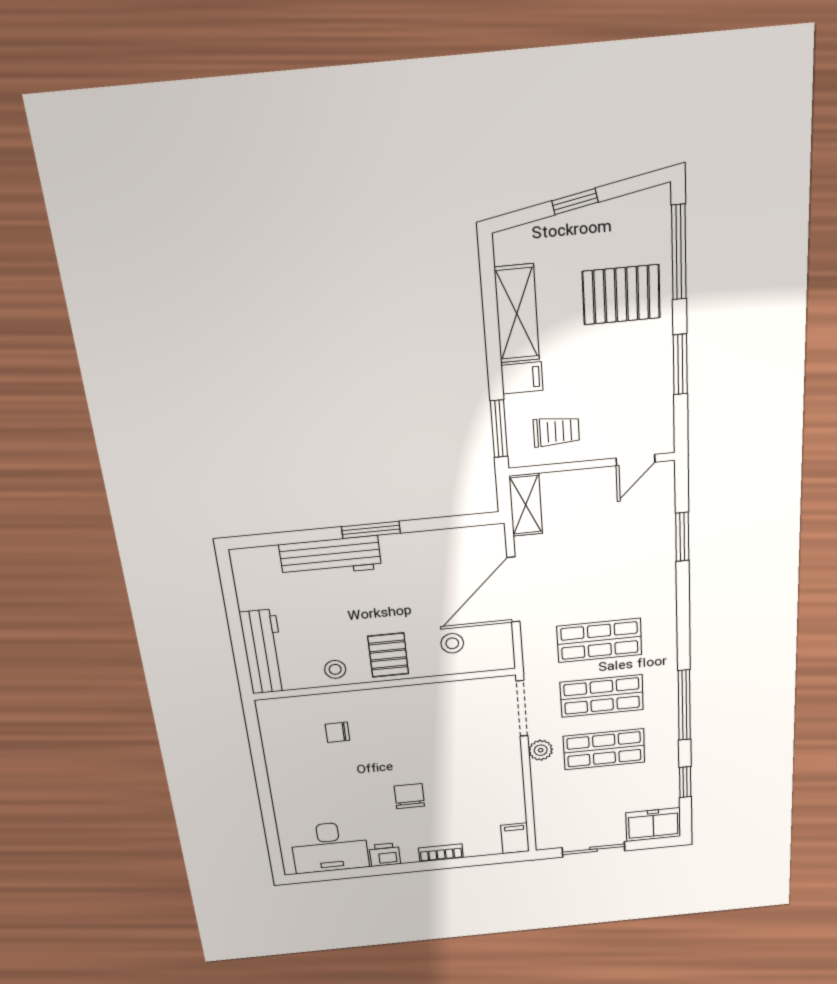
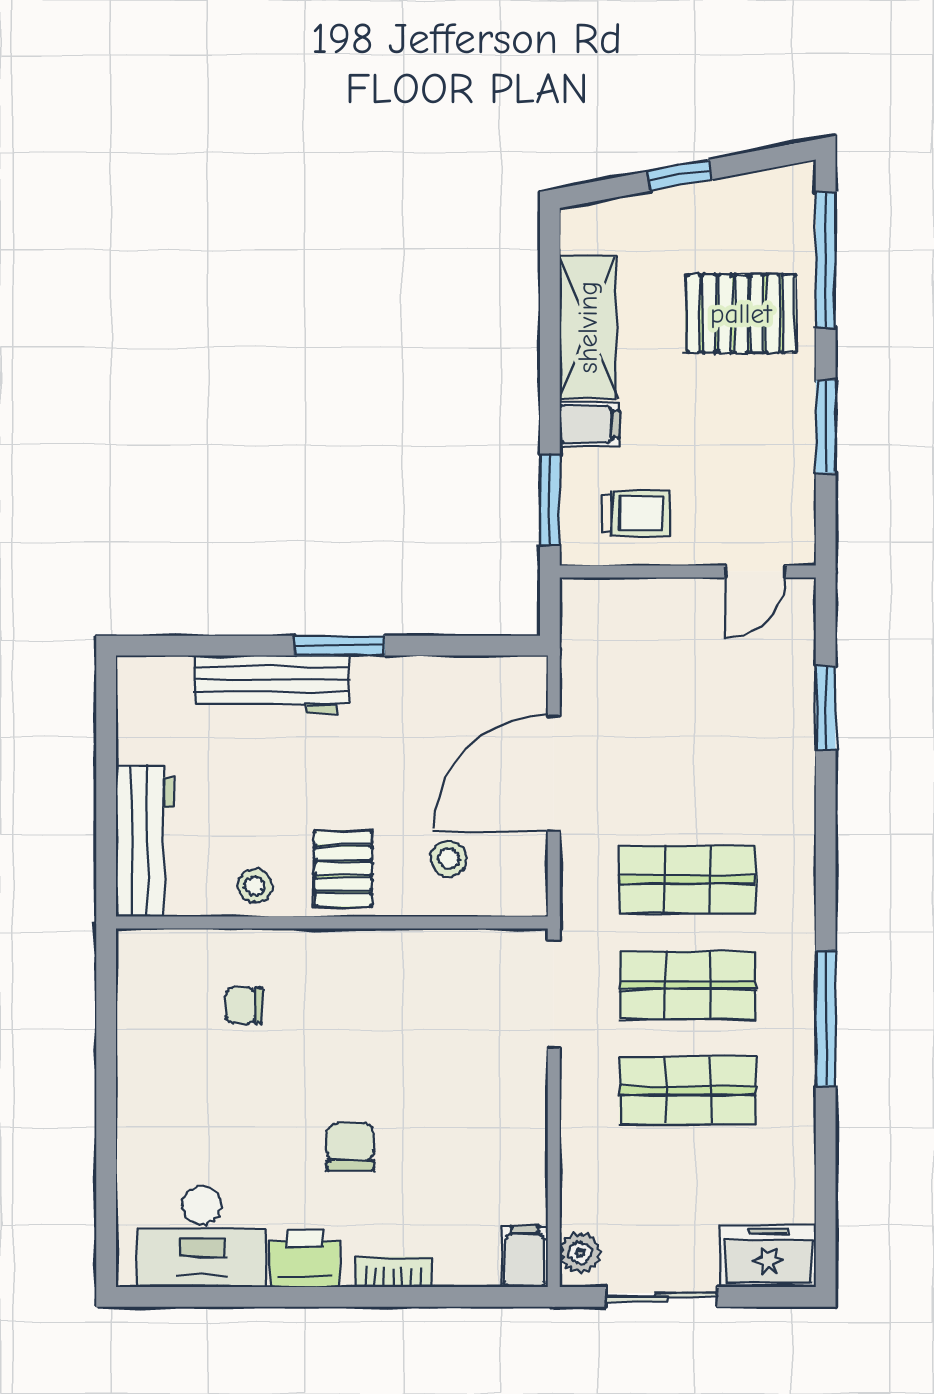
shelving: (526, 505) -> (583, 628), removed
plant: (541, 750) -> (580, 1253), moved
window: (685, 782) -> (826, 1174), removed
printer: (385, 855) -> (305, 1259), width x1.36, depth x1.24

